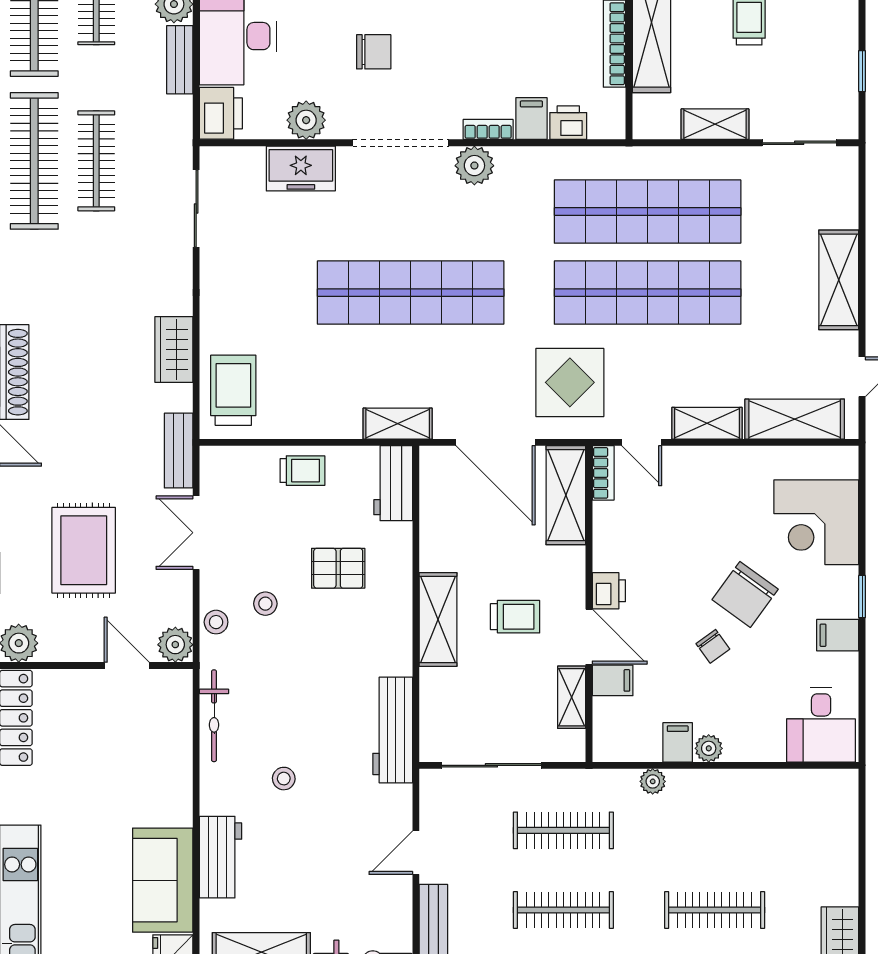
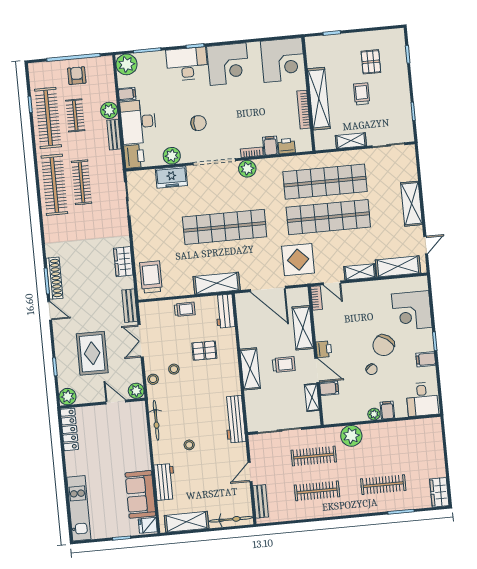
shelving: (398, 424) -> (217, 283), width x1.50, depth x1.33
shelving: (566, 495) -> (303, 328), moved
filing cabinet: (678, 742) -> (387, 410), moved
plant: (653, 781) -> (351, 436), width x1.87, depth x1.87

